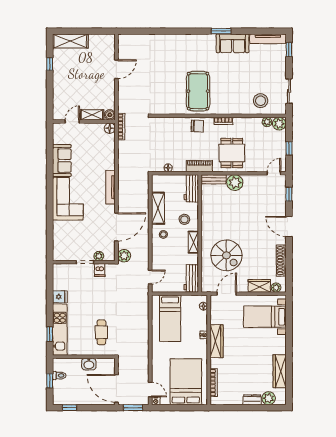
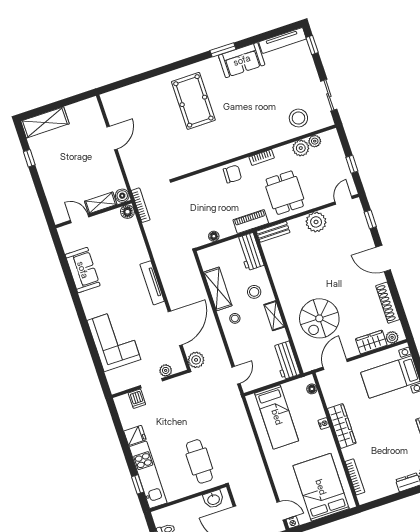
pool table: (198, 91) -> (193, 101), moved
door: (72, 121) -> (80, 219), hinge flipped
plant: (279, 124) -> (301, 148), moved
plant: (235, 183) -> (316, 222), moved
corner sofa: (68, 199) -> (114, 340), moved
spiral stairs: (226, 255) -> (319, 318), turned 90
dishwasher: (100, 270) -> (137, 399), moved
cafe table: (101, 332) -> (199, 461), width x1.37, depth x1.35
washbasin: (89, 364) -> (213, 499), moved

